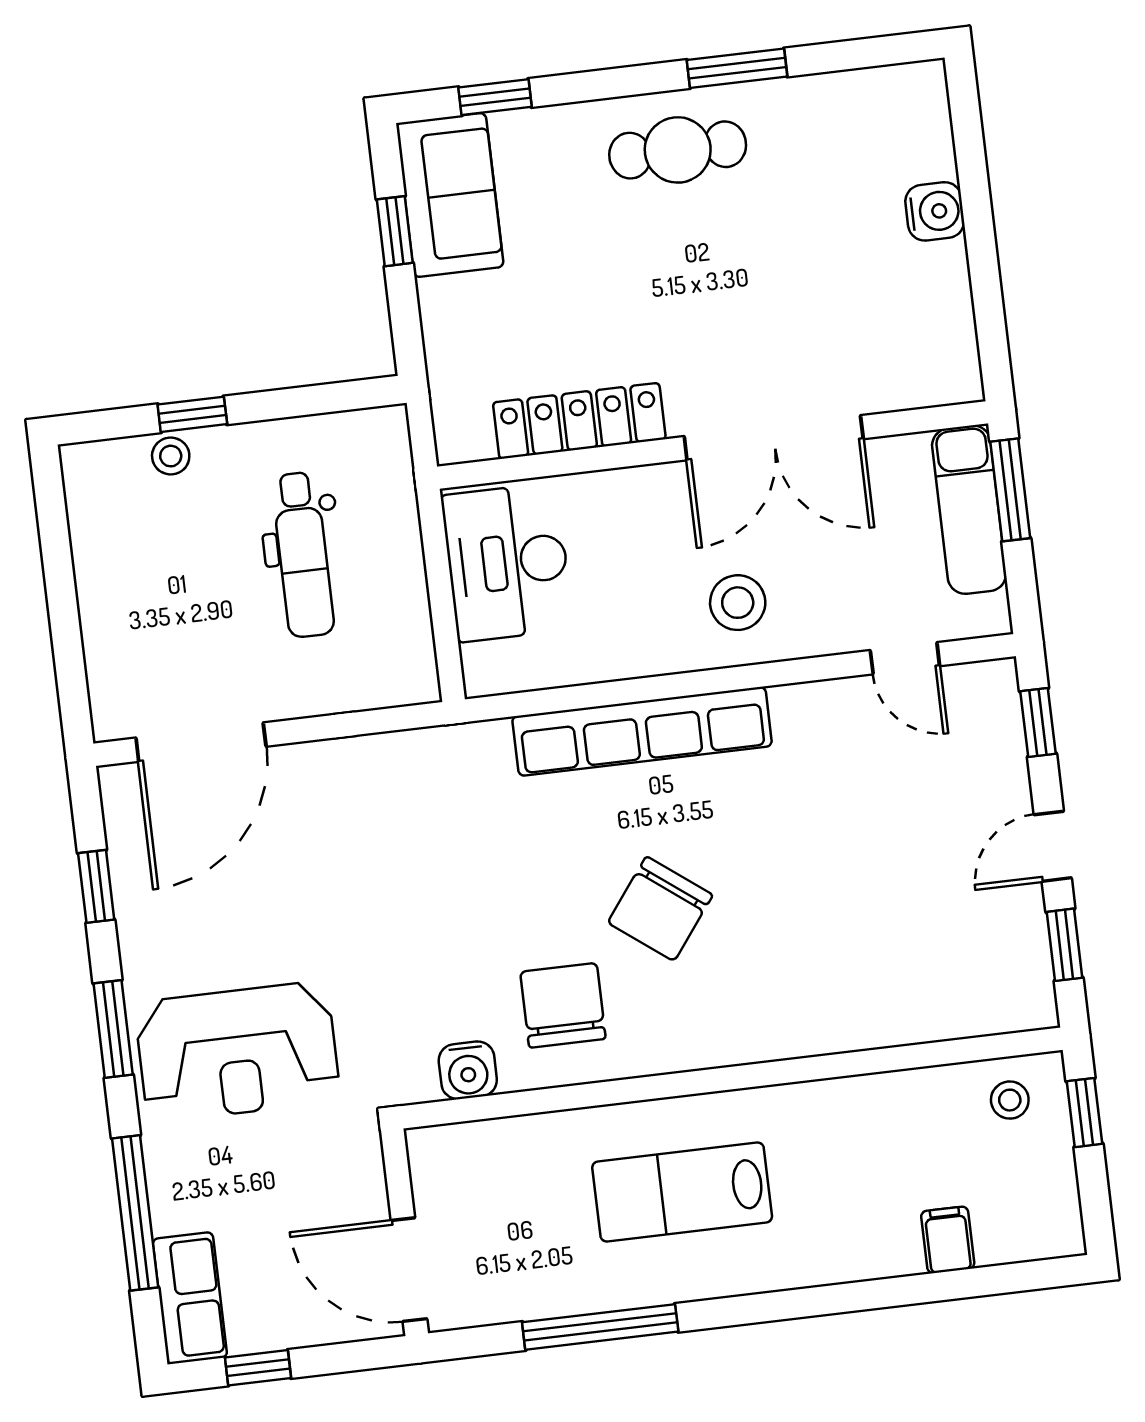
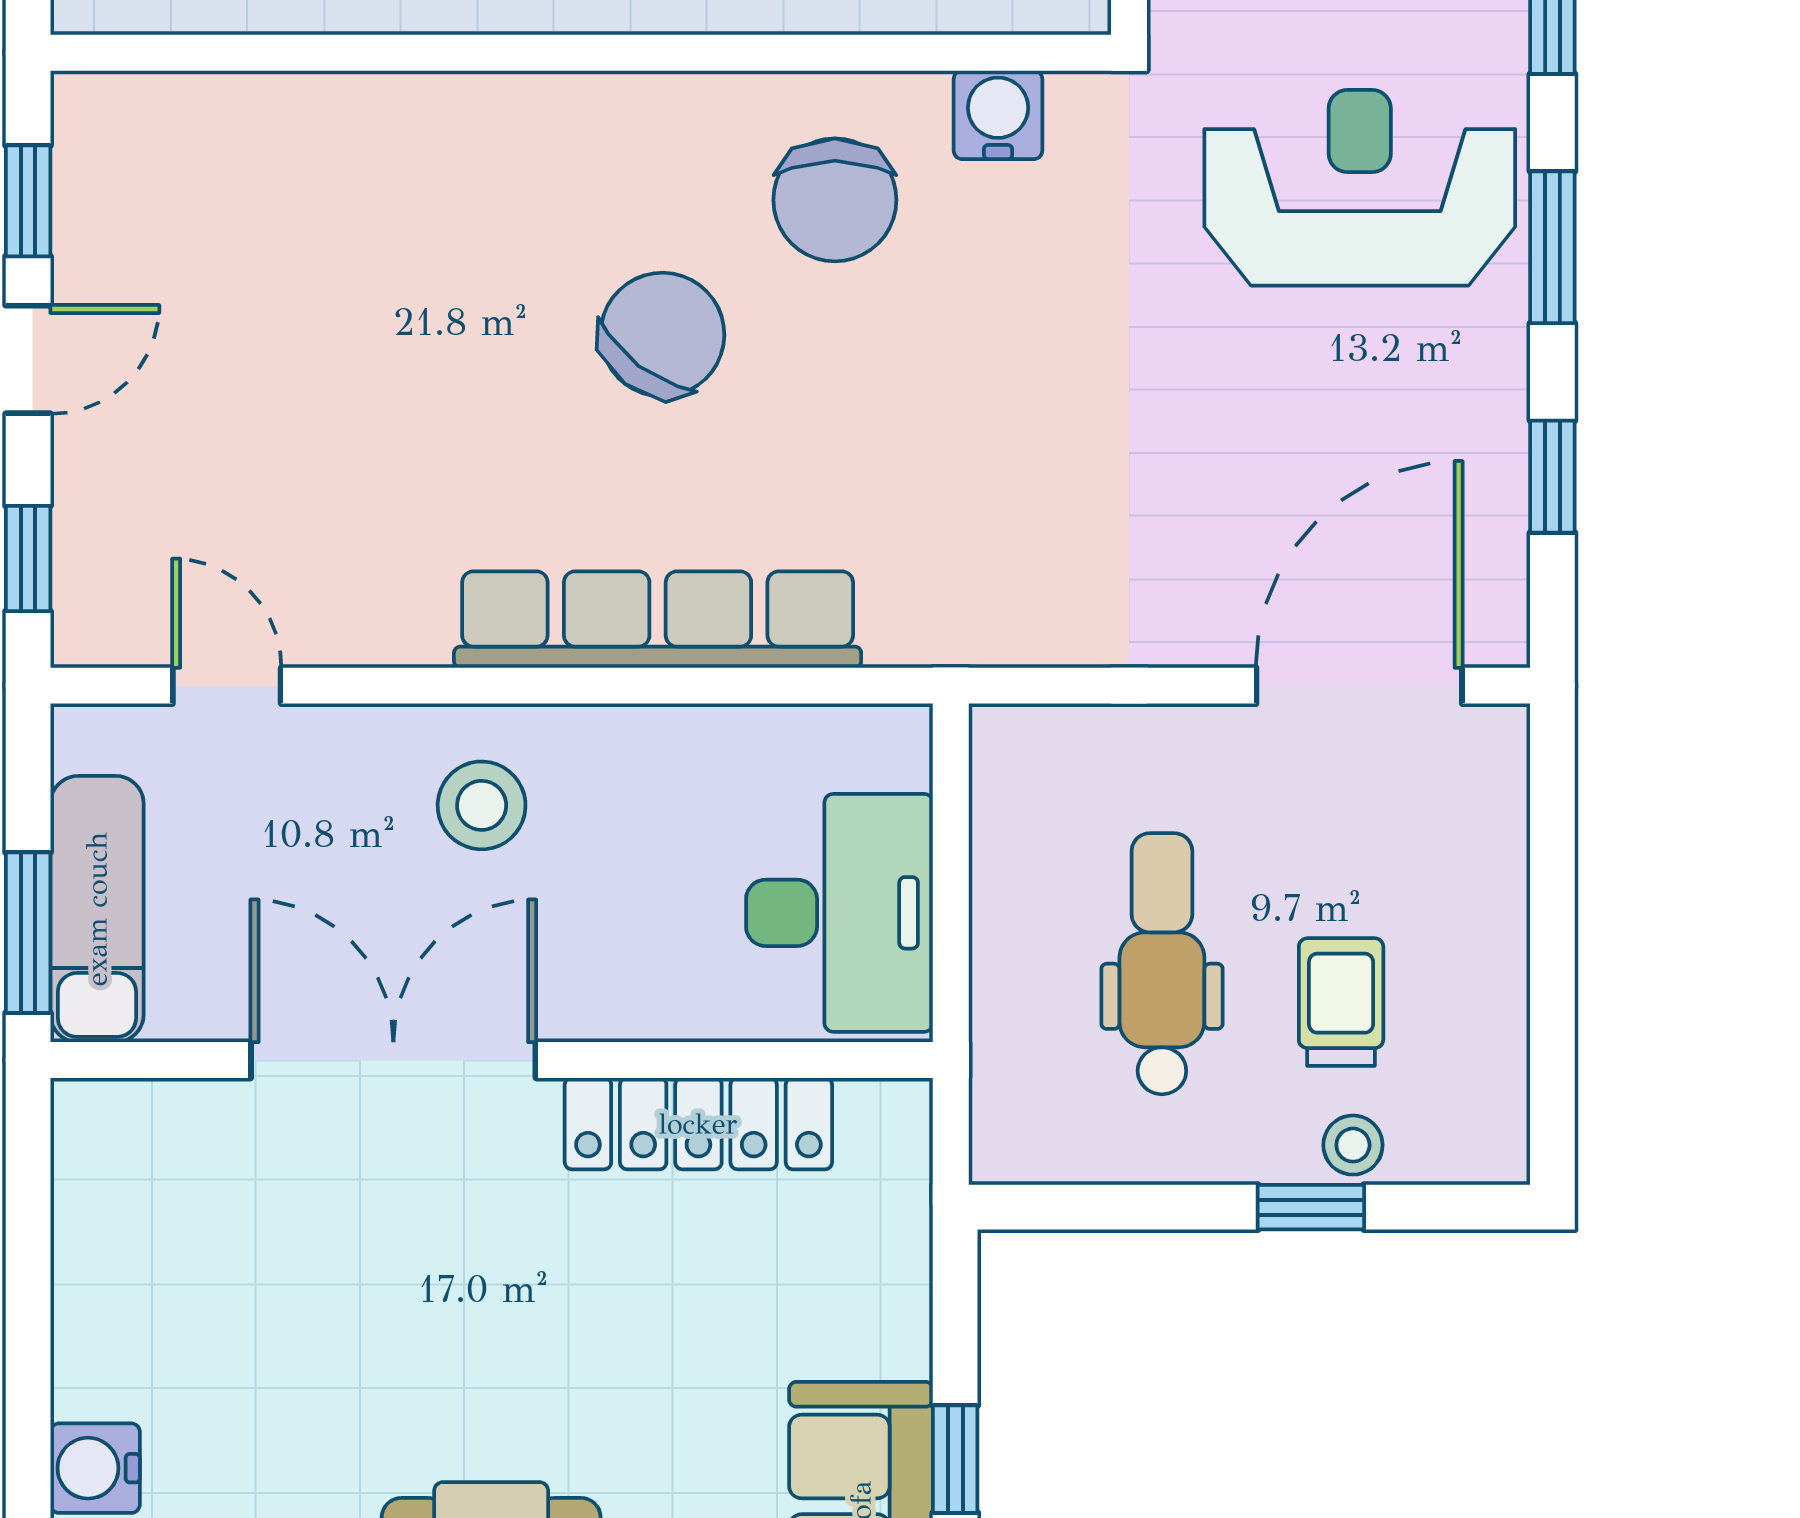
water cooler: (935, 211) -> (95, 1468), moved
trolley: (189, 544) -> (1341, 1002), added

